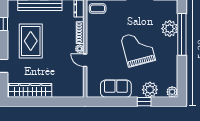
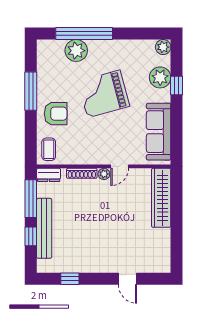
armchair: (124, 14) -> (56, 114), added
rug: (31, 41) -> (93, 241), removed
sofa: (116, 89) -> (159, 132), width x1.36
wardrobe: (30, 90) -> (161, 198), moved

